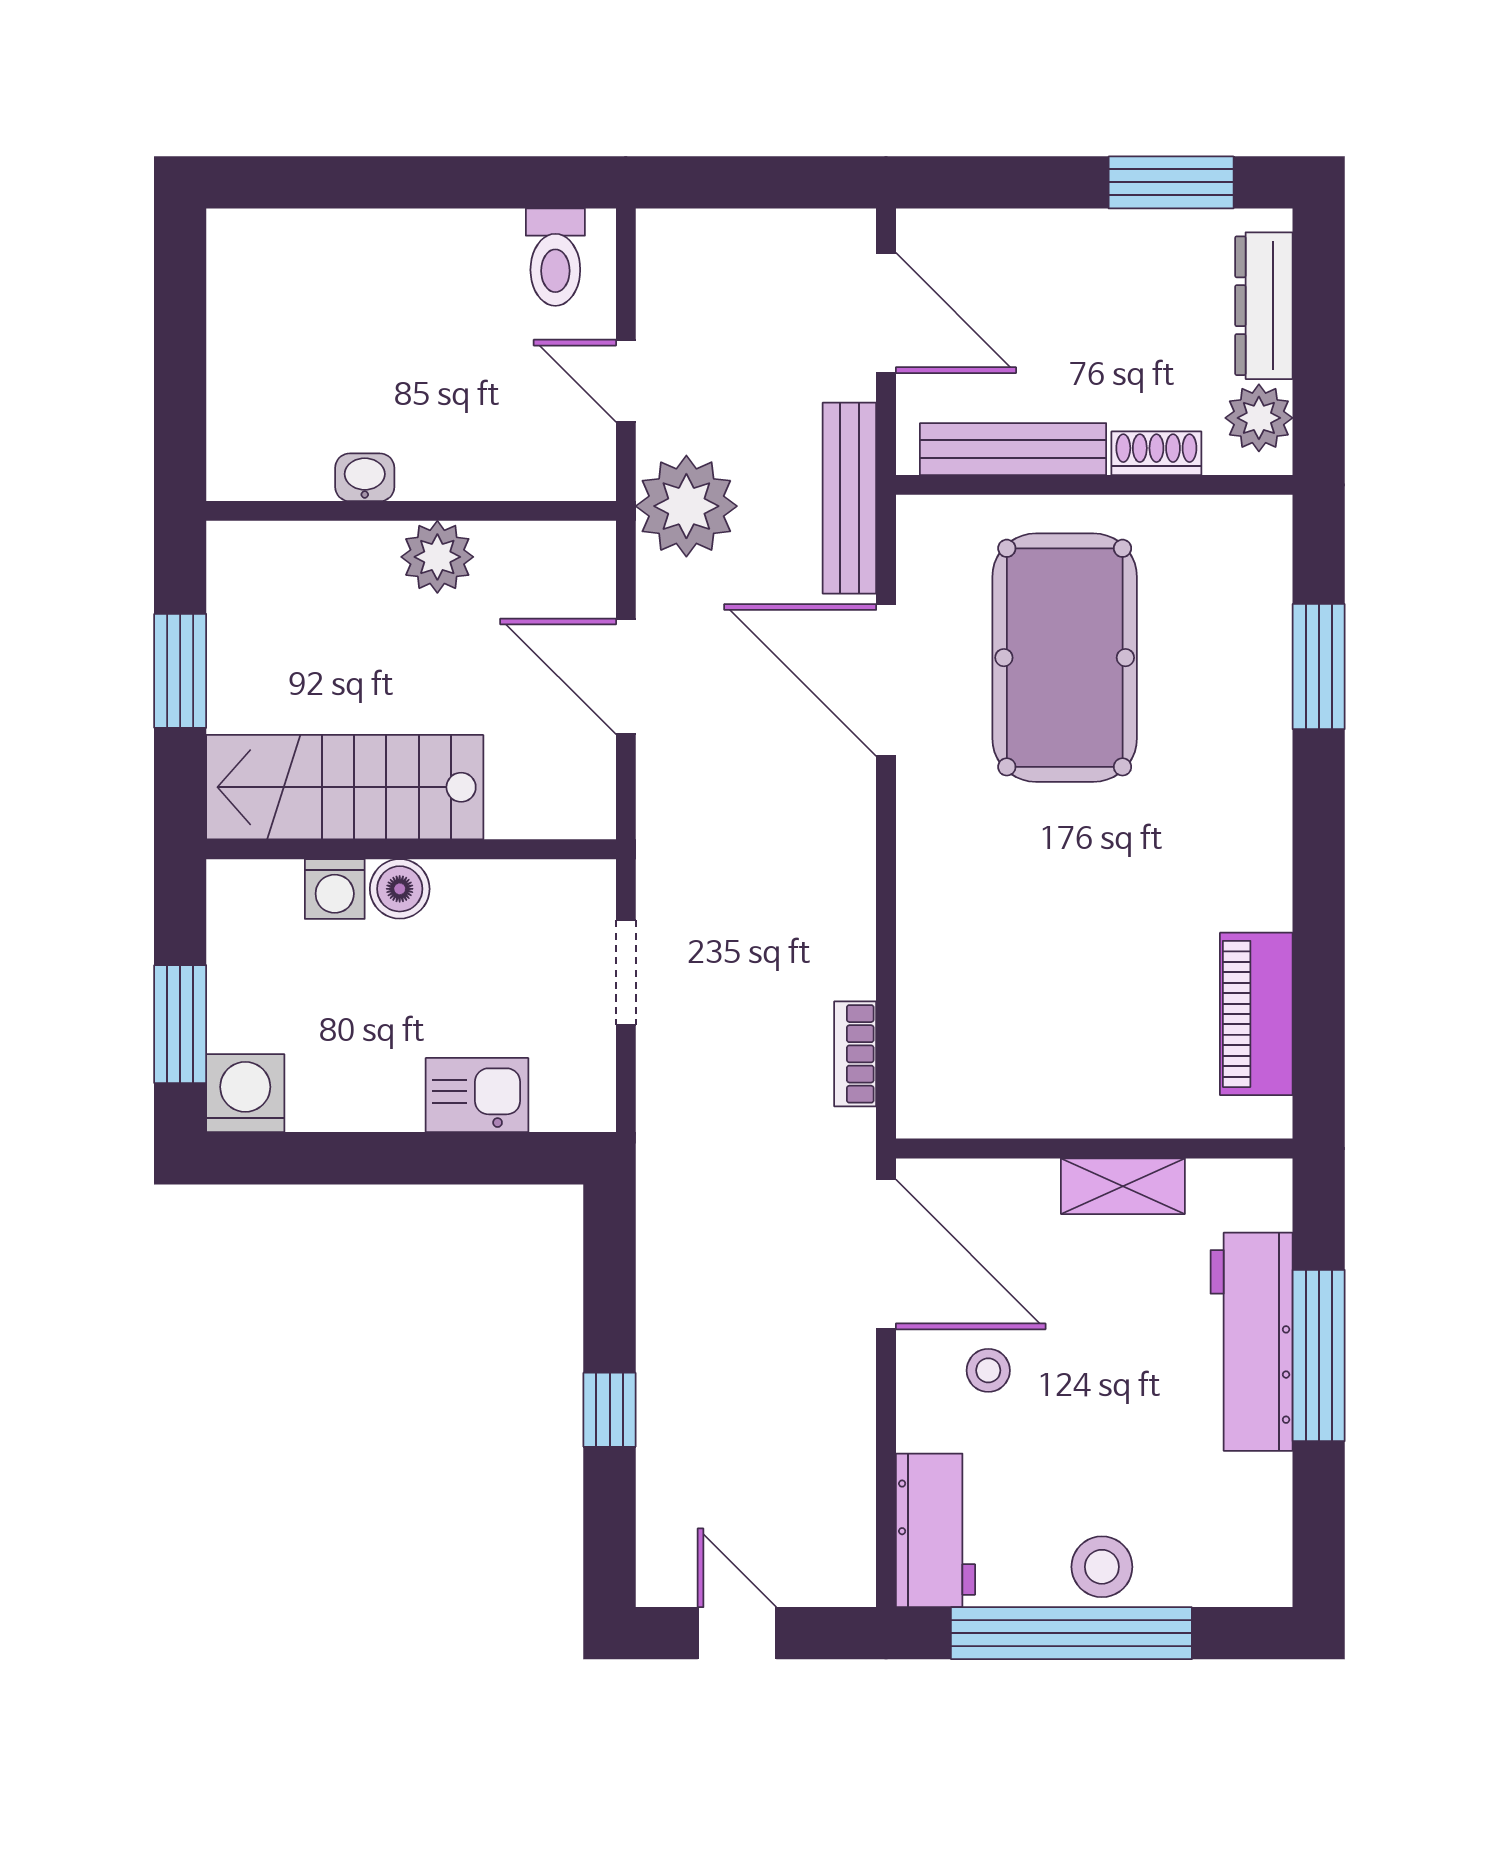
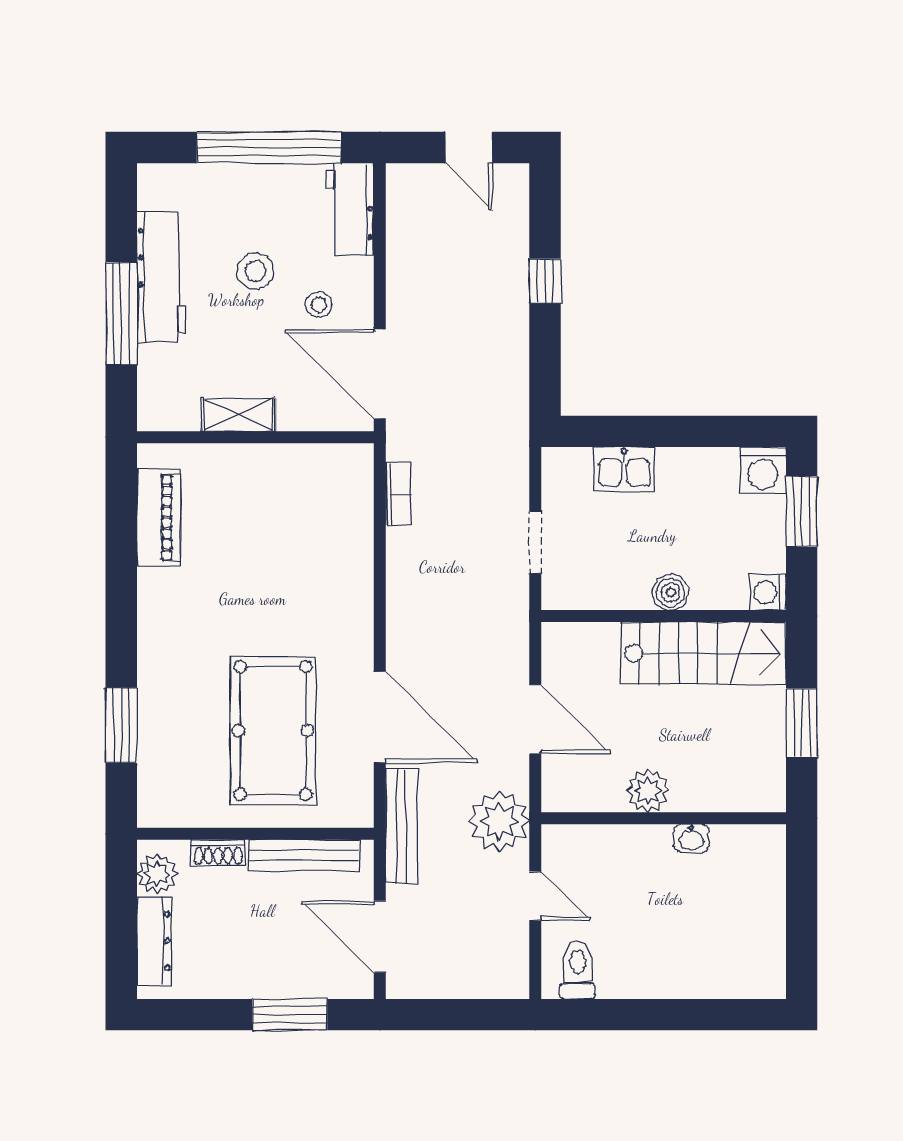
window: (1171, 182) -> (290, 1015), moved
washing machine: (335, 889) -> (768, 592), moved, turned -90
workbench: (1252, 1342) -> (161, 277), moved
stool: (1102, 1567) -> (255, 271), moved

